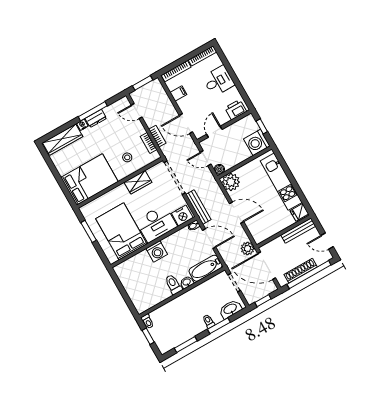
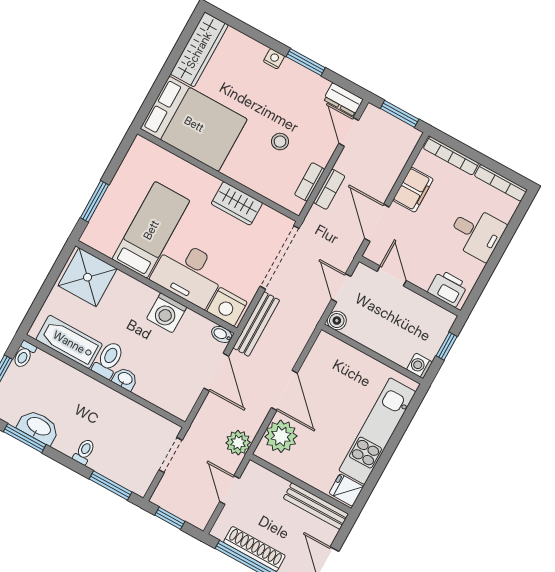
filing cabinet: (178, 93) -> (413, 190), width x2.00
window: (93, 111) -> (306, 62), width x0.69
dresser: (96, 118) -> (343, 99), moved
door: (214, 132) -> (392, 276), hinge flipped
wardrobe: (63, 140) -> (199, 50), moved, turned -90
washing machine: (257, 143) -> (419, 366), width x0.53, depth x0.53
stool: (127, 157) -> (280, 142), moved
plant: (231, 182) -> (281, 436), moved
window: (89, 231) -> (94, 201), moved
bed: (121, 231) -> (151, 230), width x0.67
washing machine: (157, 251) -> (167, 313), moved
door: (267, 266) -> (229, 490), width x0.53
bathtub: (206, 268) -> (69, 342), moved
shower: (130, 271) -> (88, 277), added
washbasin: (230, 309) -> (39, 427), moved
window: (219, 326) -> (111, 485), moved

